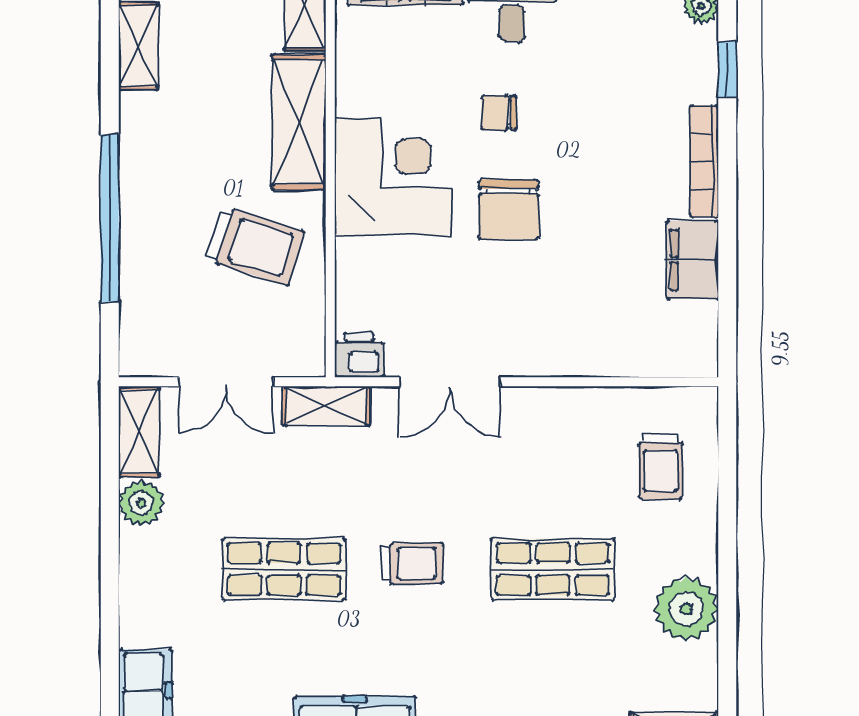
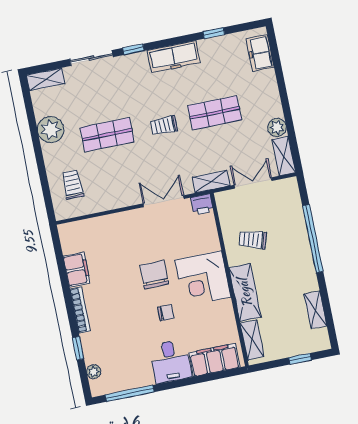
trolley: (255, 246) -> (253, 240), width x0.73, depth x0.72

